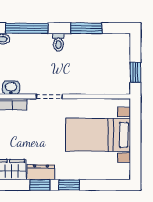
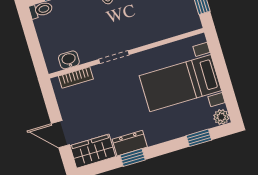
plant: (124, 173) -> (221, 117), added
window: (69, 185) -> (199, 138), moved

